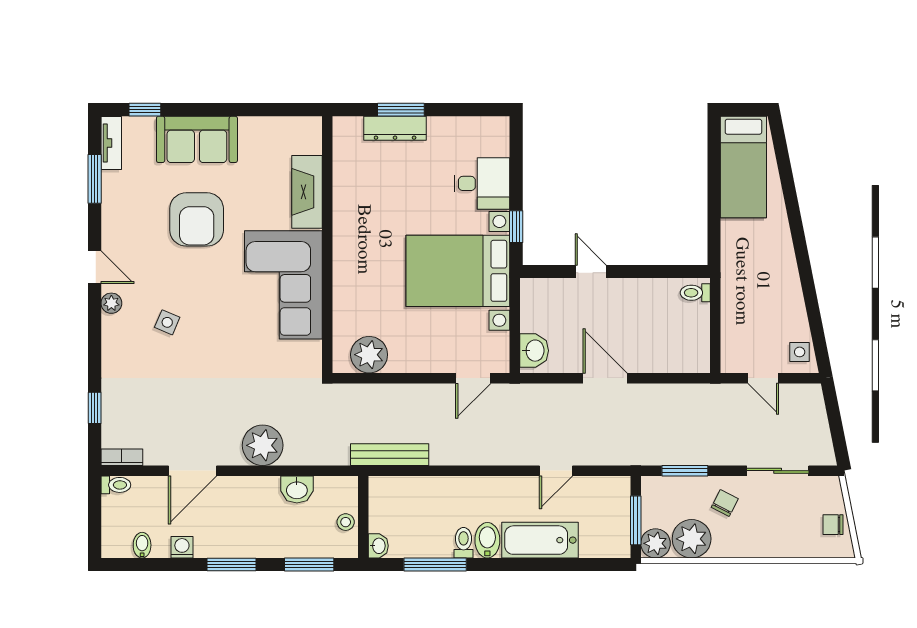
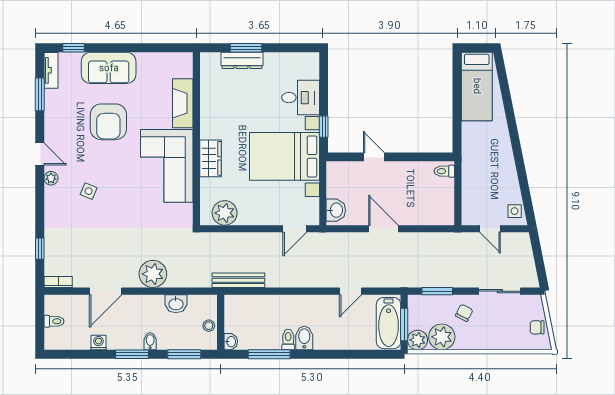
wardrobe: (348, 274) -> (211, 158), added
toilet: (116, 485) -> (54, 321), moved
bathtub: (540, 540) -> (389, 323), moved, turned -90
bidet: (142, 545) -> (150, 341), moved

